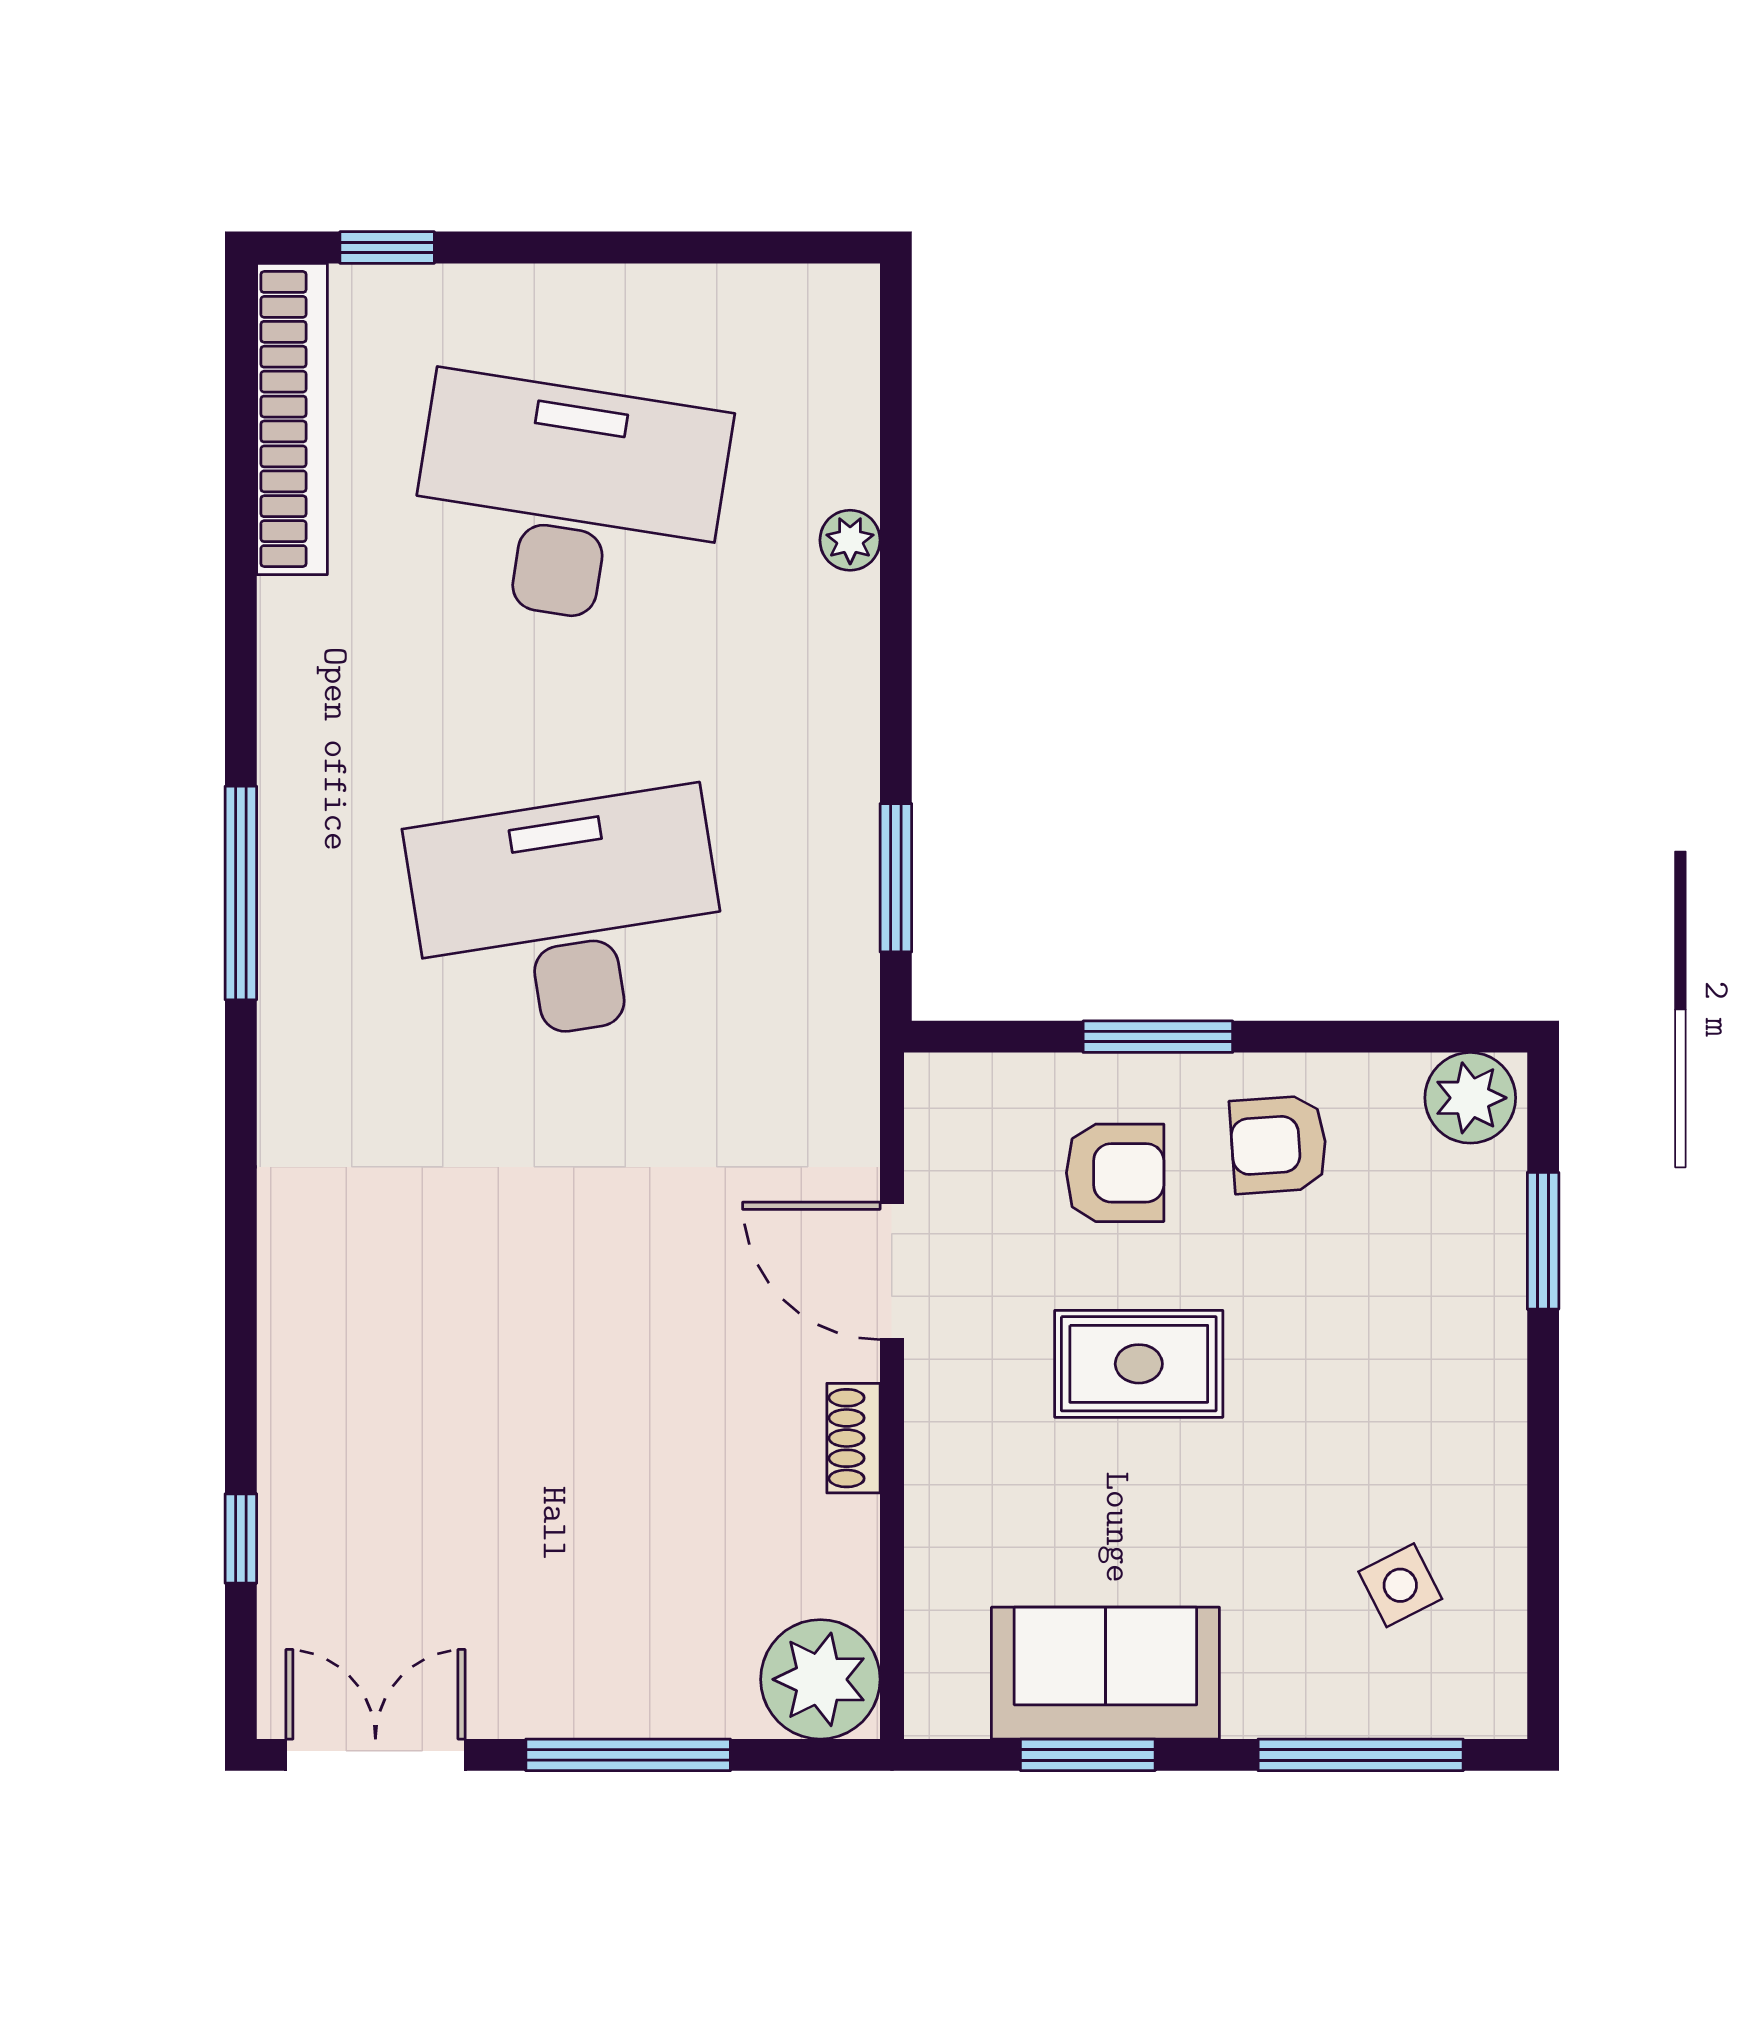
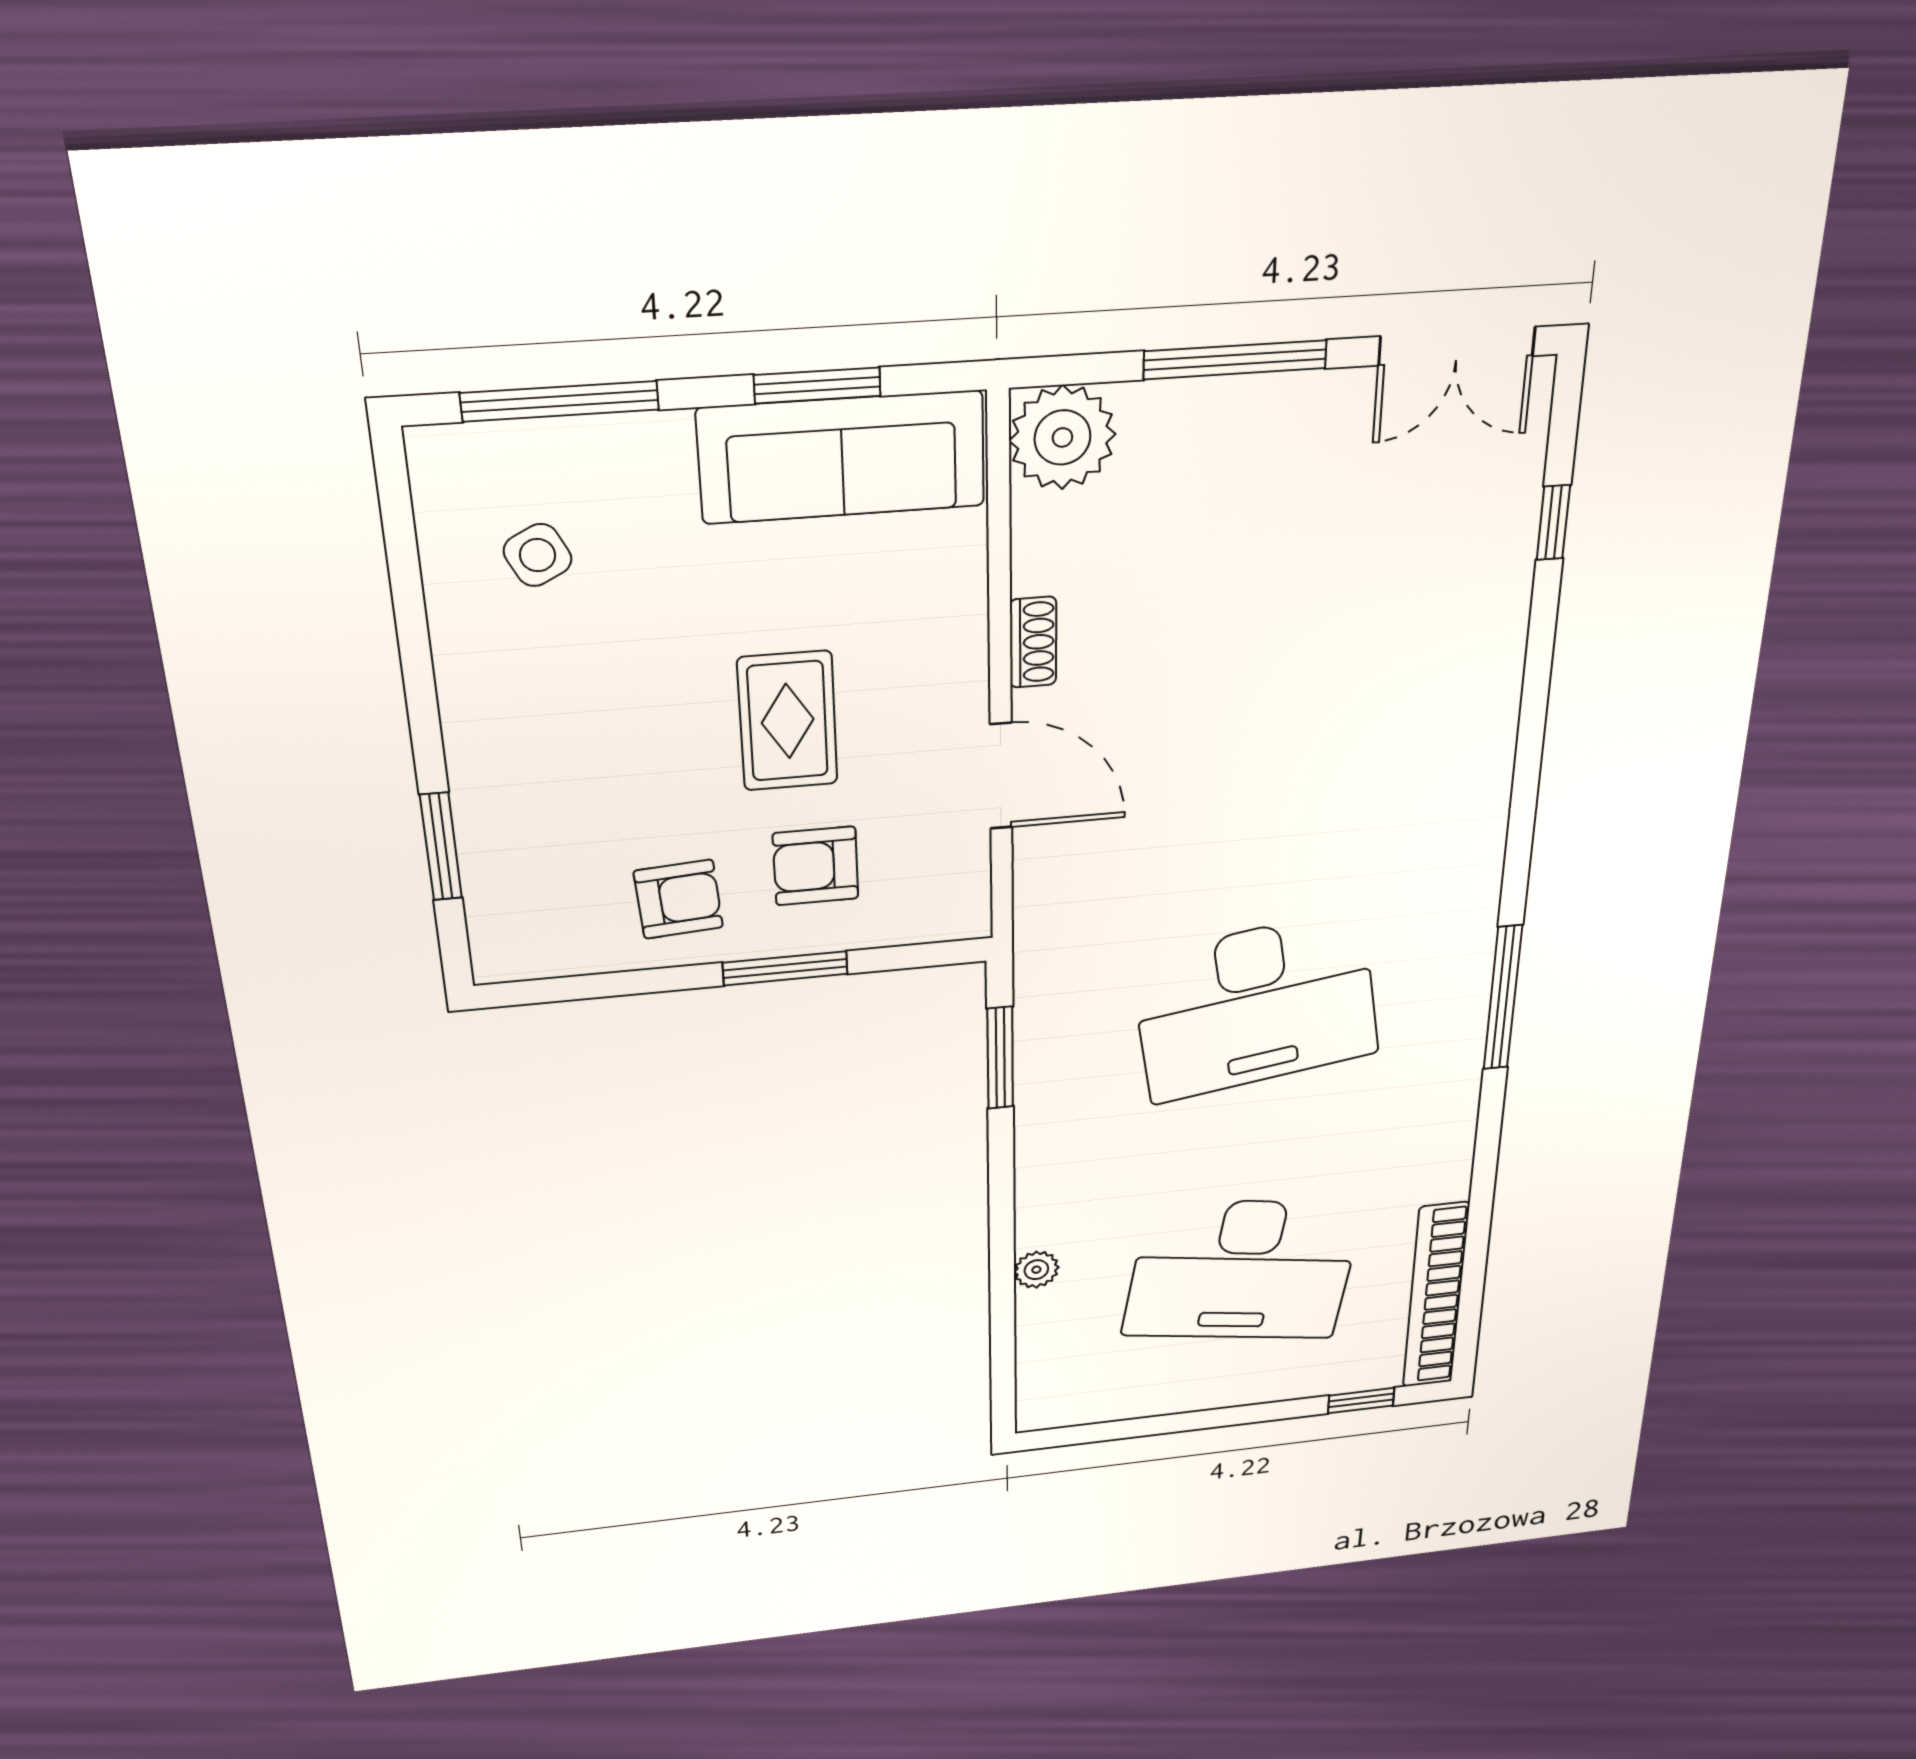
plant: (1470, 1098) -> (518, 948), removed
rug: (1139, 1364) -> (788, 721), turned 90
sofa: (1105, 1673) -> (842, 457), width x1.36

